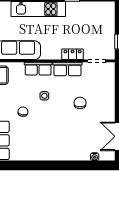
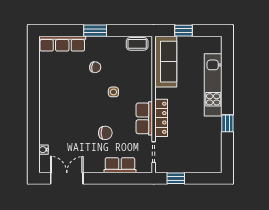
locker: (73, 54) -> (161, 118), width x1.53
row of seats: (38, 69) -> (120, 165), moved, turned 90

